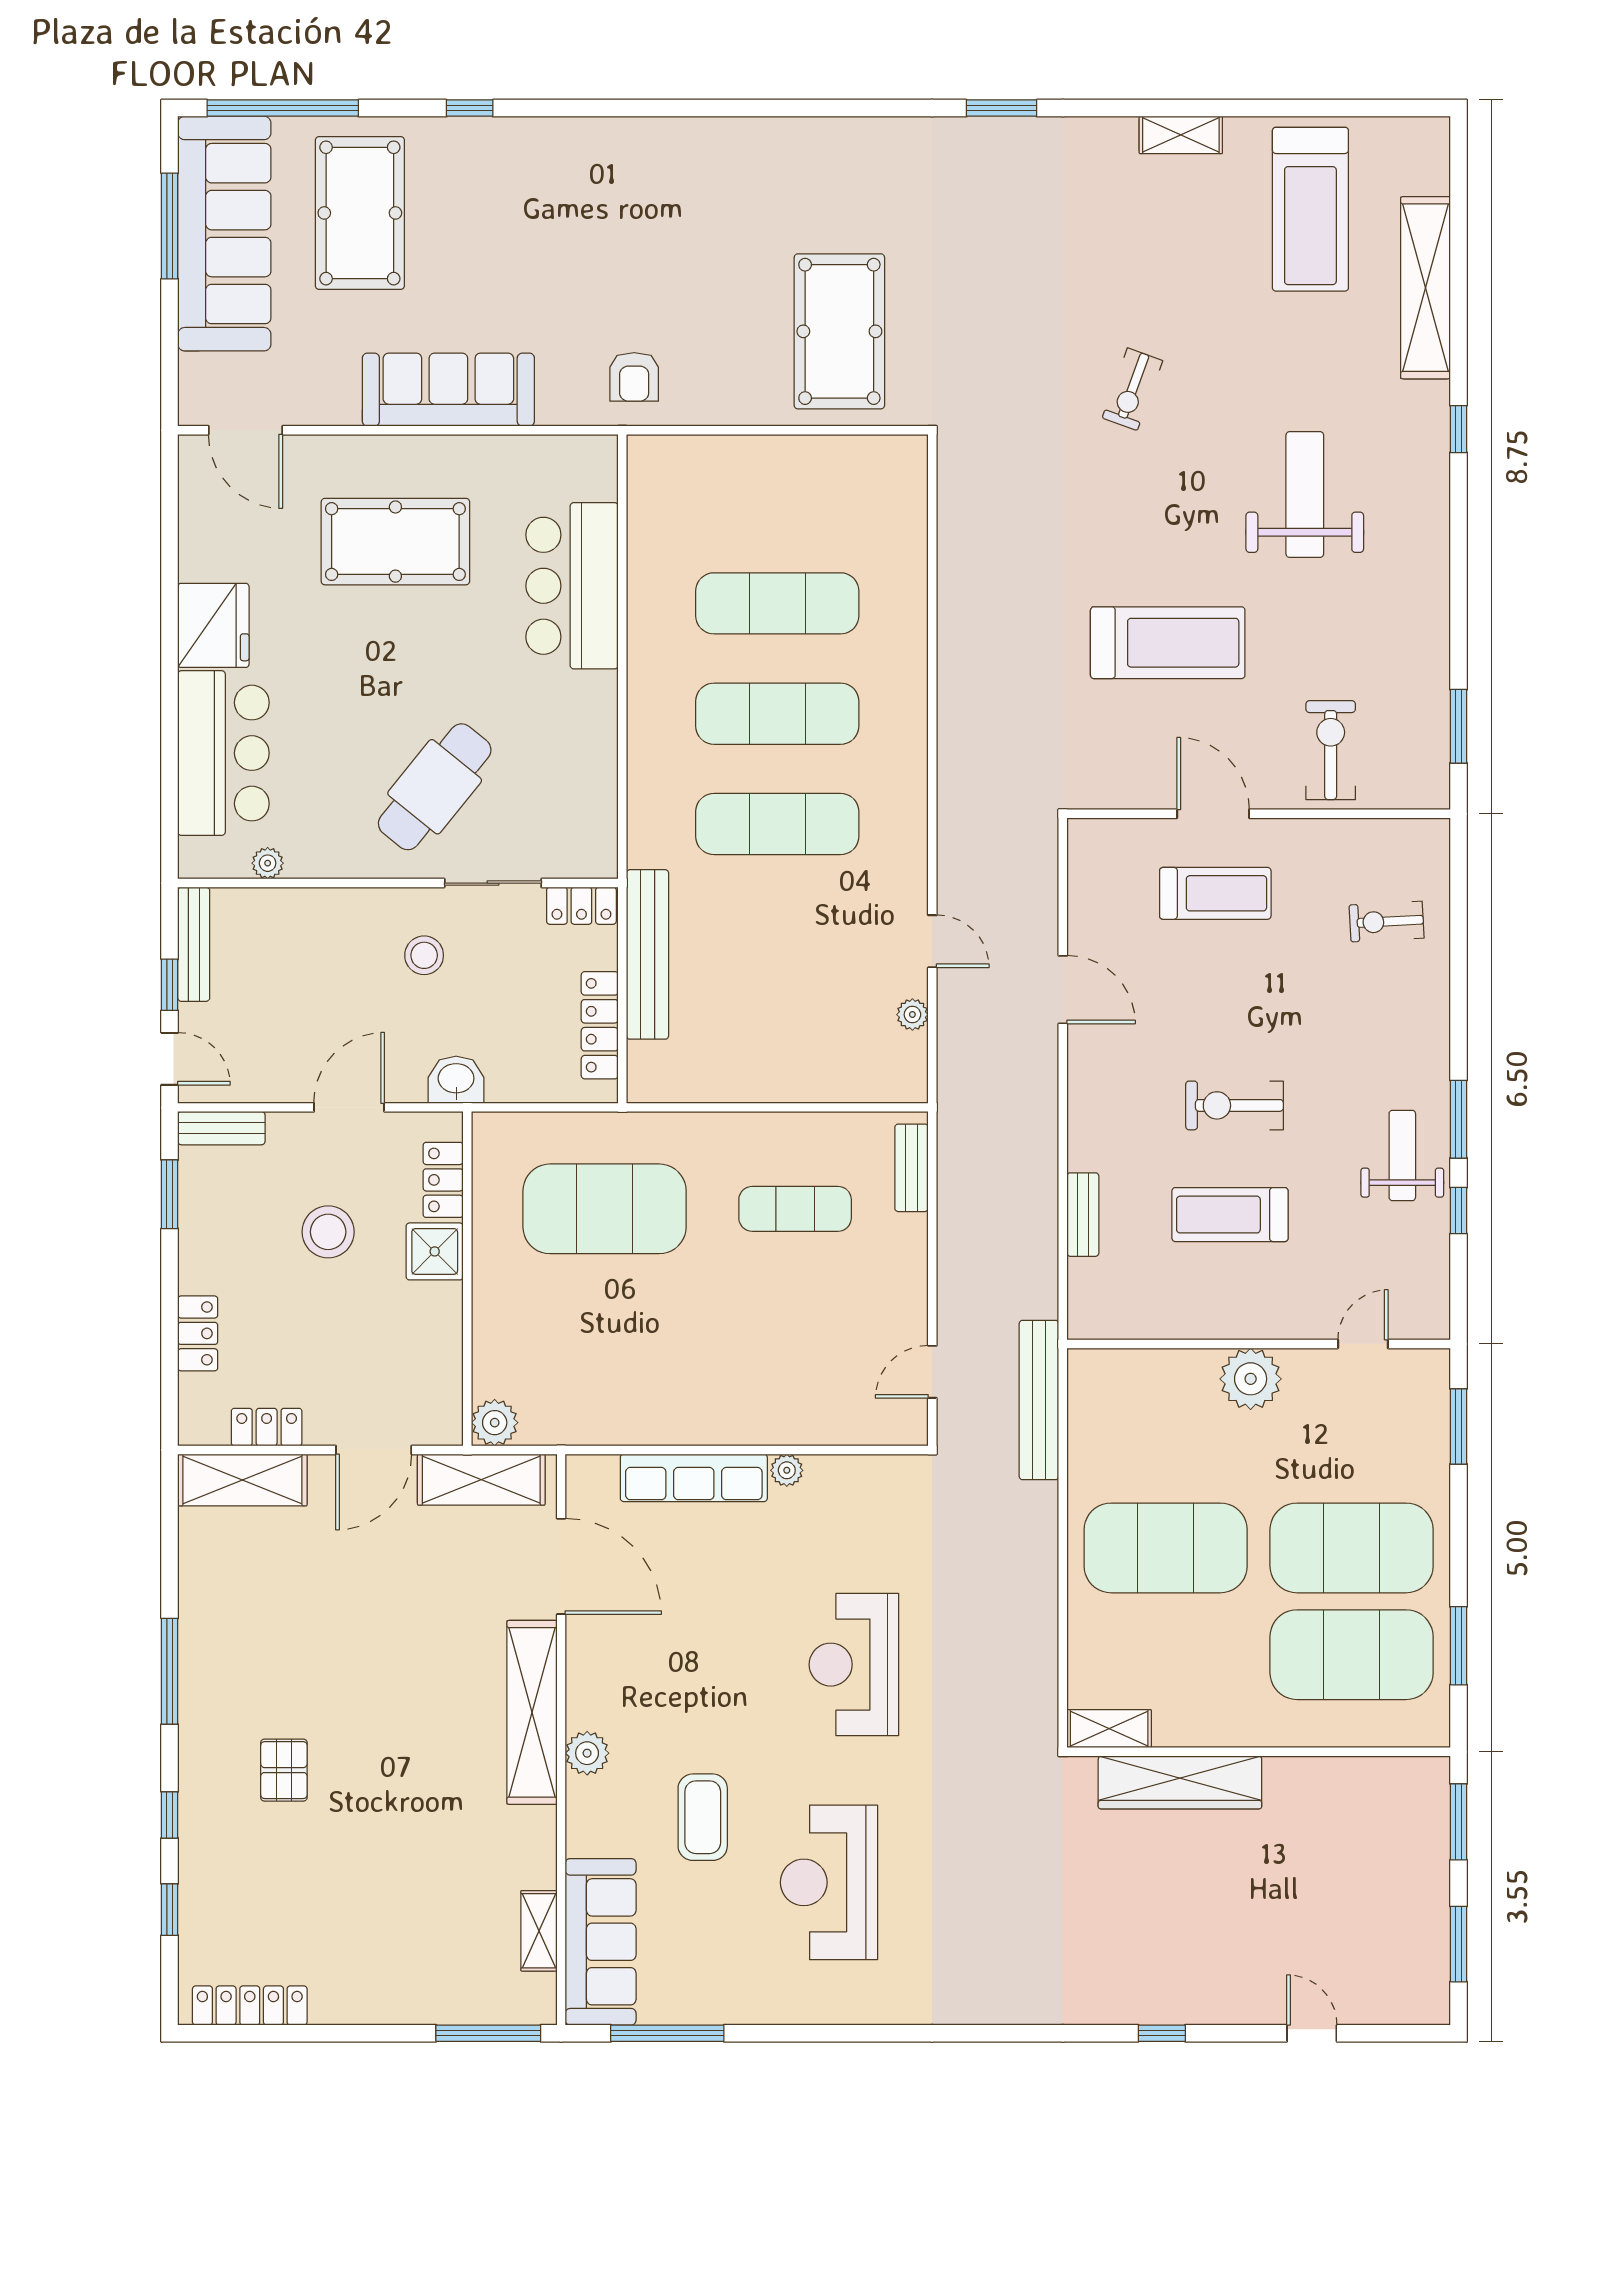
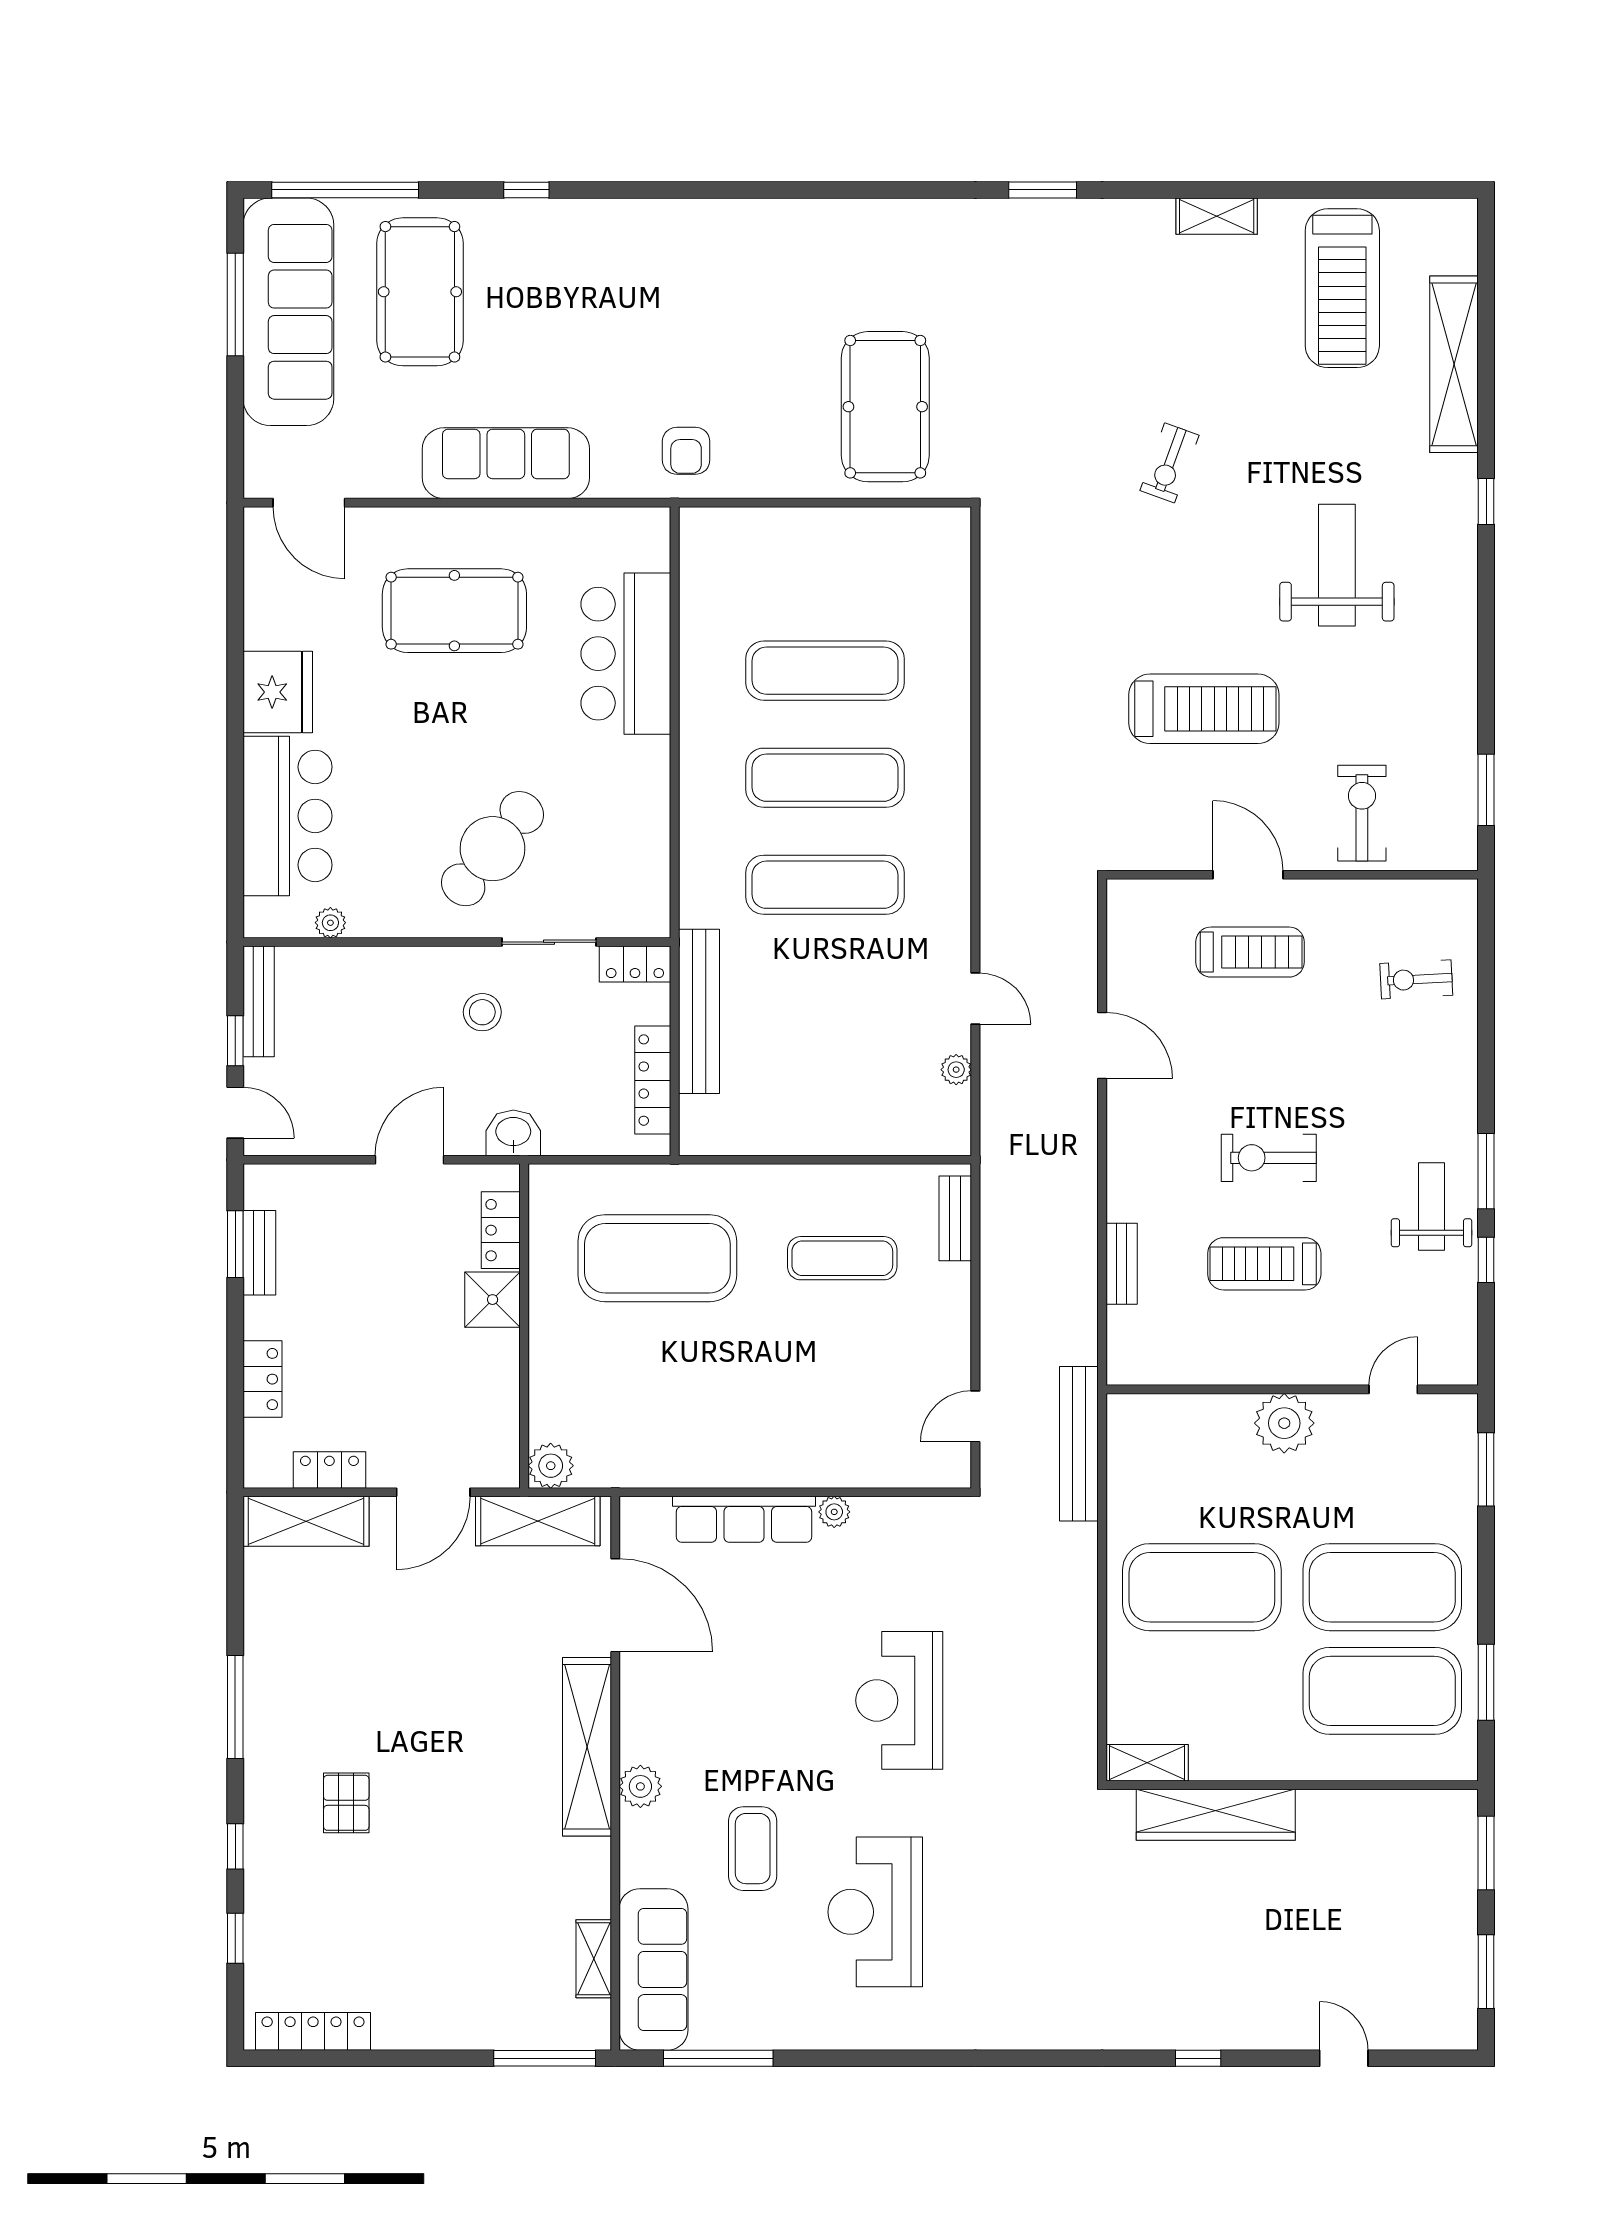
bench: (221, 1128) -> (259, 1253), moved, turned 90
stool: (328, 1232) -> (389, 1281), removed

